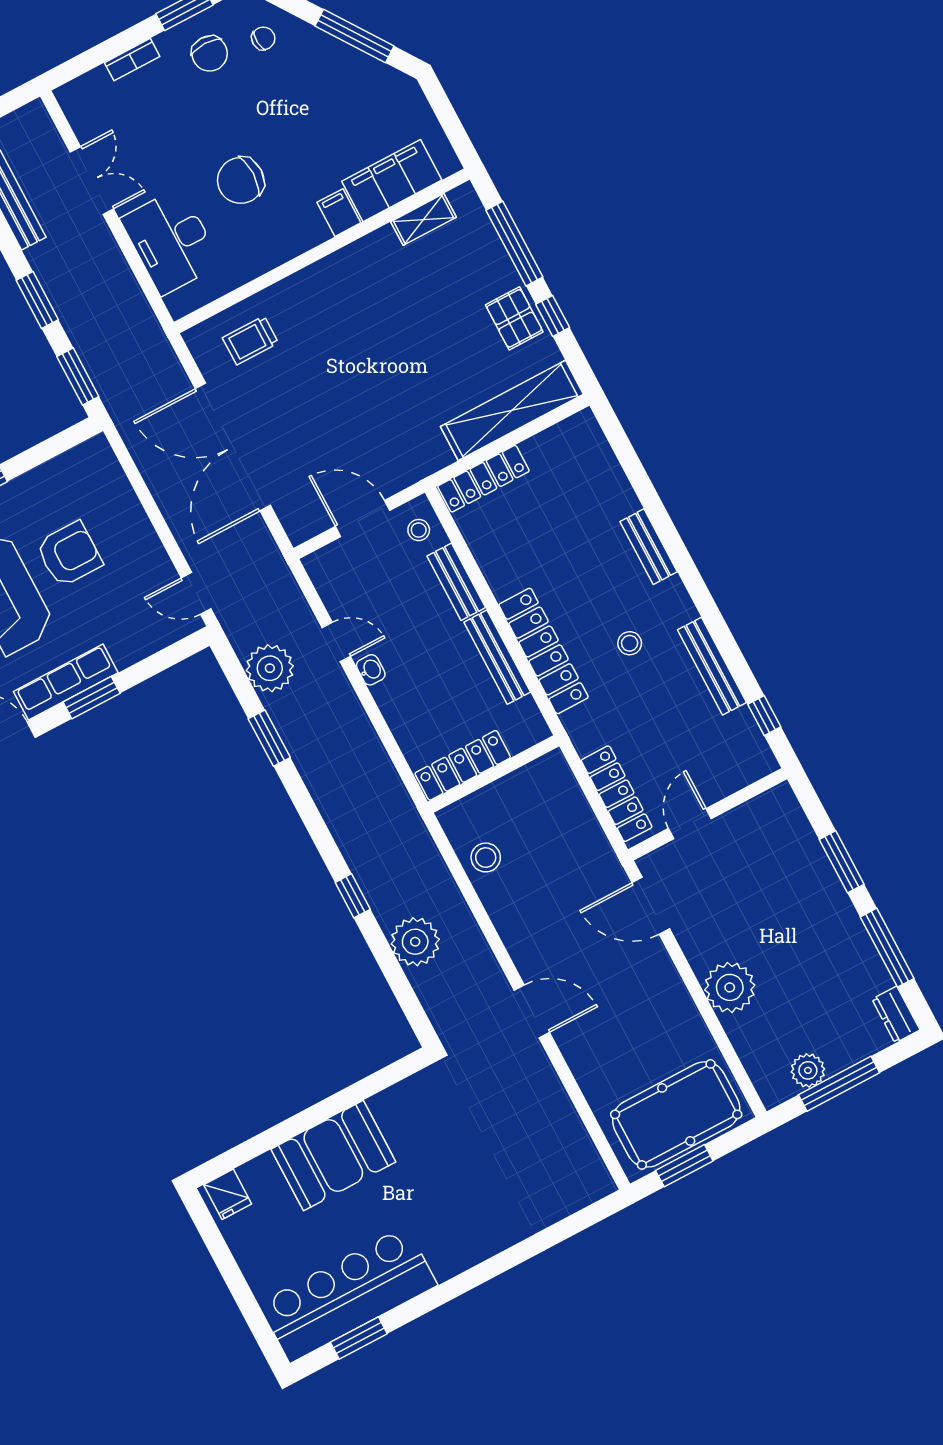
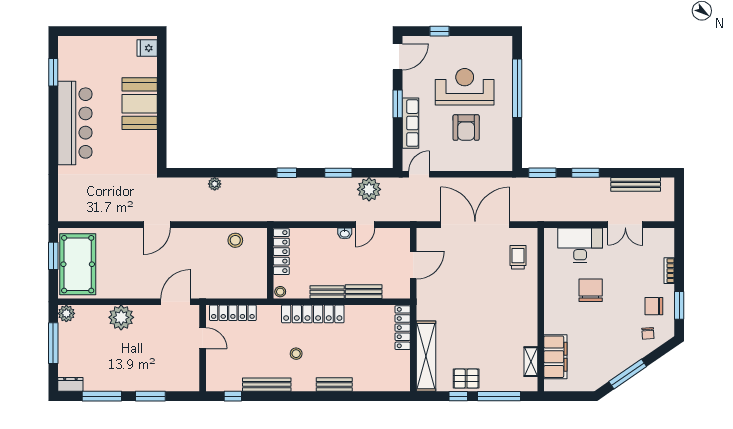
filing cabinet: (339, 213) -> (554, 326), removed
stool: (419, 530) -> (280, 292), moved
bench: (497, 657) -> (327, 292), width x0.73
row of seats: (66, 682) -> (410, 123), moved
window: (353, 896) -> (287, 173), moved
plant: (415, 942) -> (215, 184), width x0.53, depth x0.53
plant: (808, 1070) -> (66, 313), moved
bar counter: (348, 1294) -> (75, 123), moved

